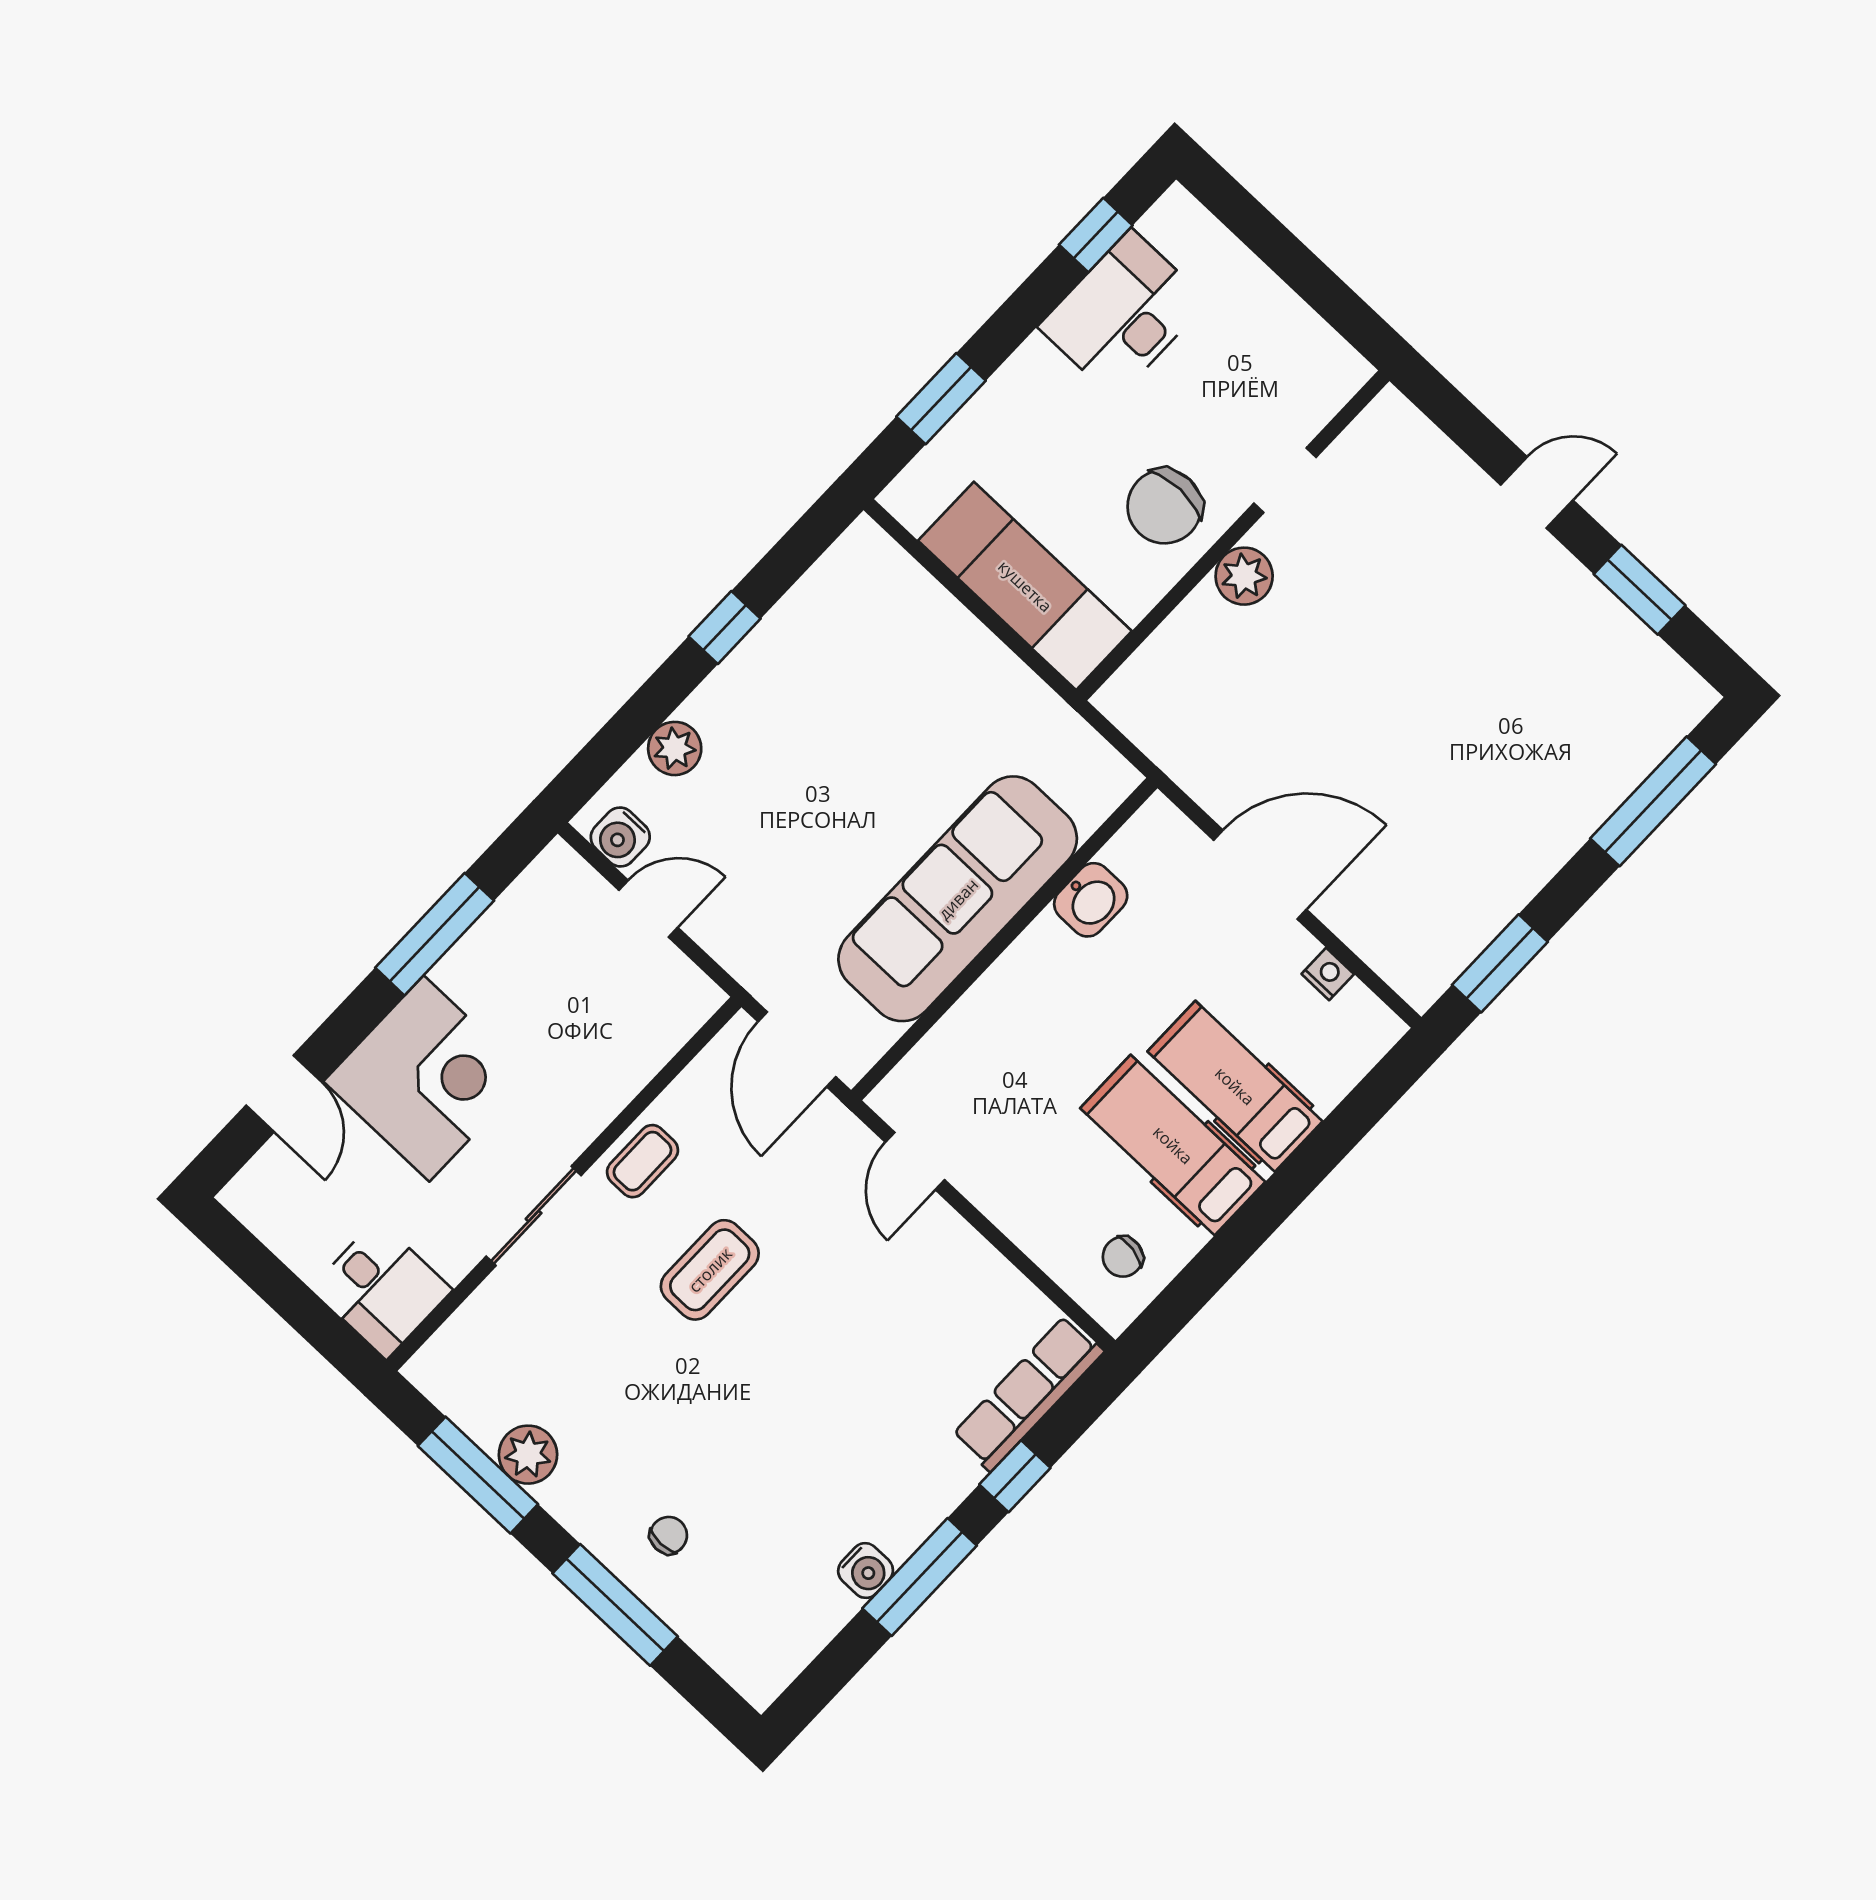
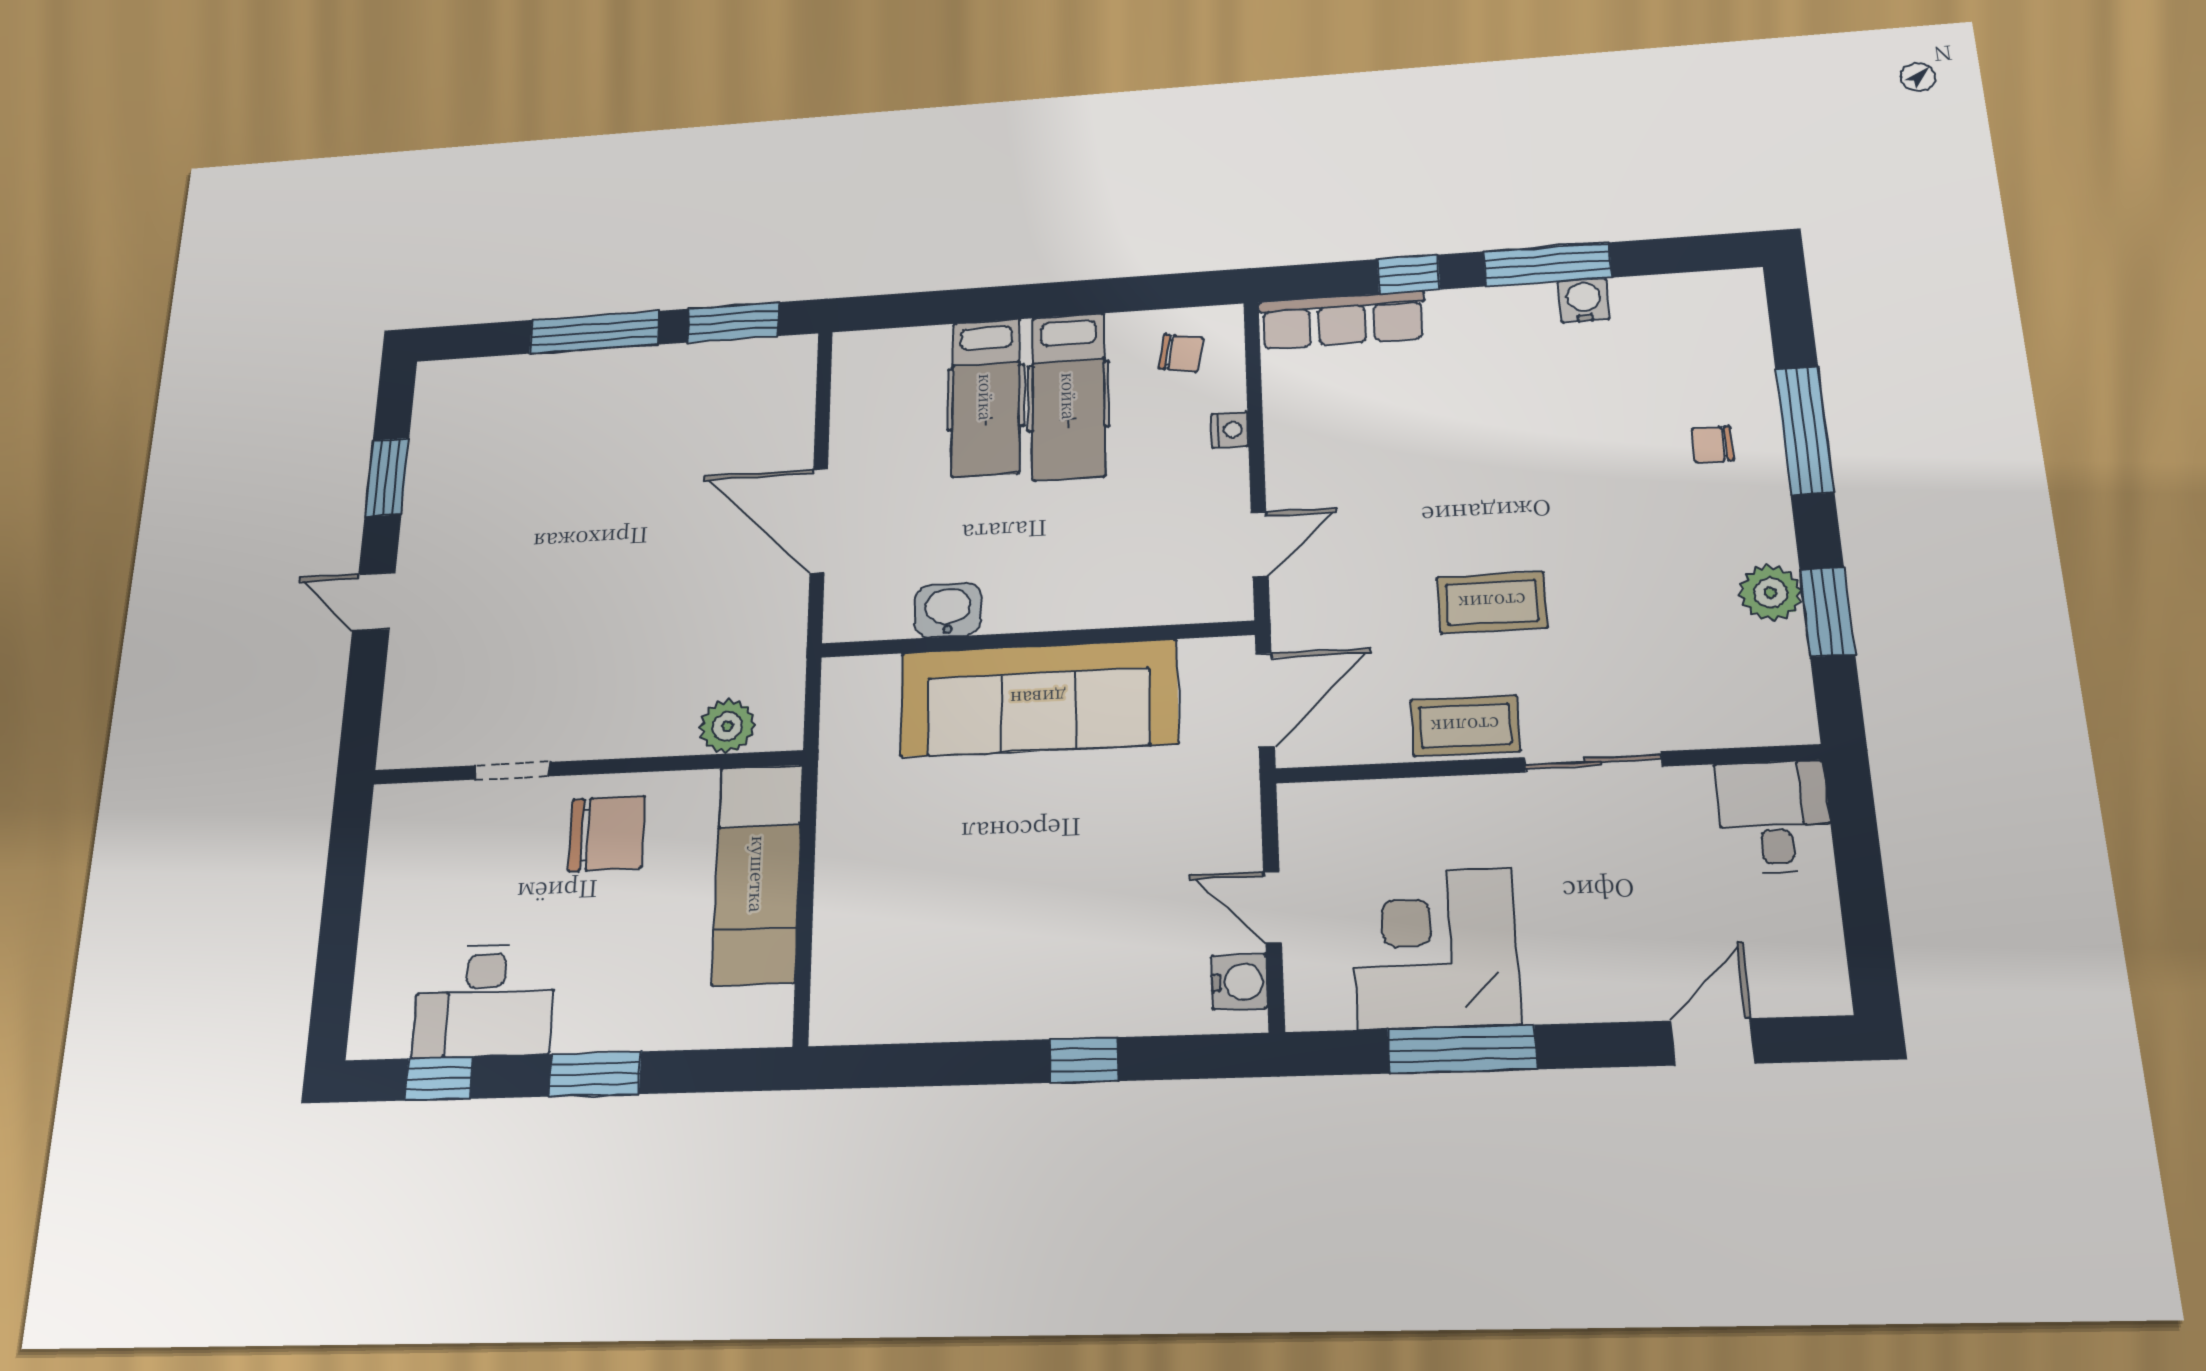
window: (941, 399) -> (595, 1074), moved
plant: (1244, 576) -> (727, 726), moved
window: (725, 628) -> (1084, 1060), moved
plant: (675, 748) -> (1130, 1008), removed
window: (1653, 801) -> (594, 332), moved
nightstand: (1328, 974) -> (1230, 430), moved, turned 180
corner desk: (426, 1079) -> (1435, 948), moved
coffee table: (643, 1161) -> (1465, 726), width x1.36, depth x1.30
window: (478, 1475) -> (1827, 612), width x0.69

